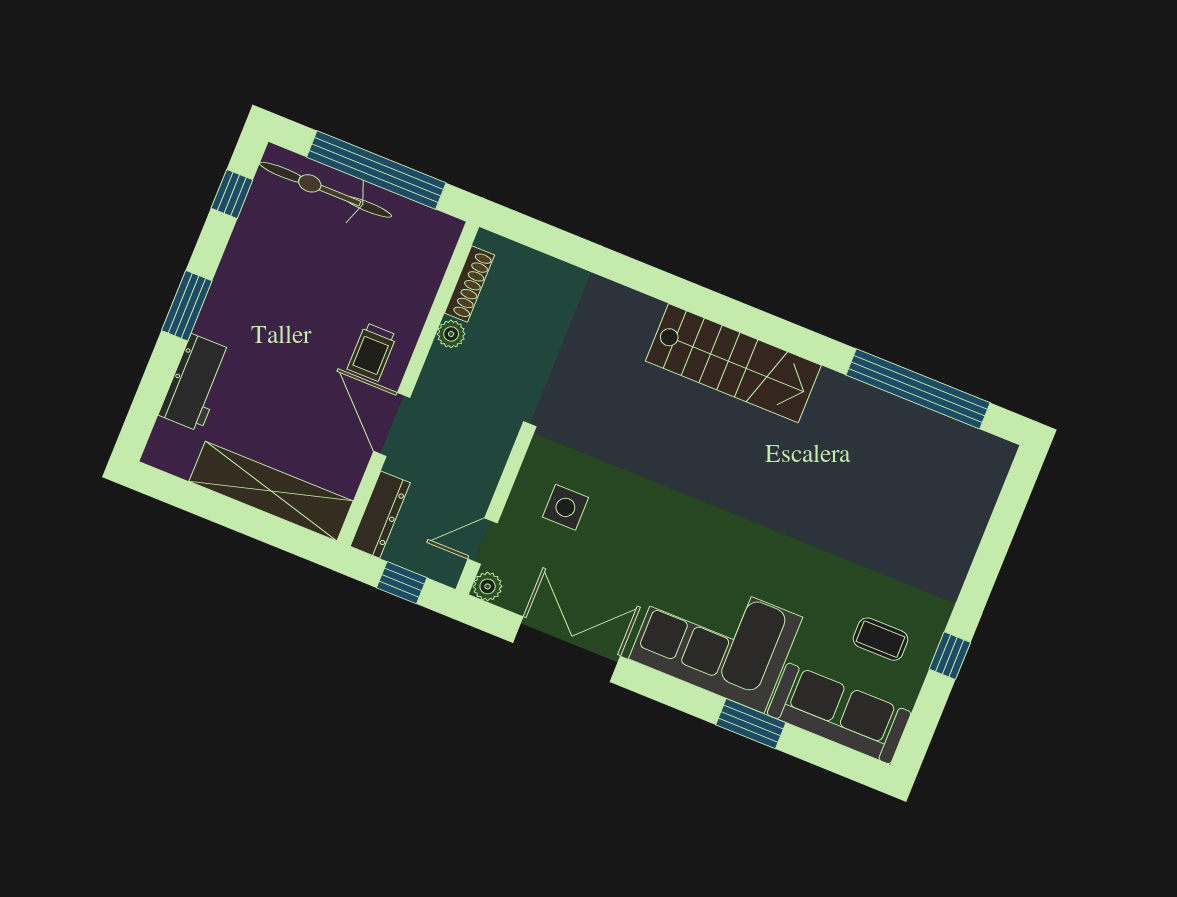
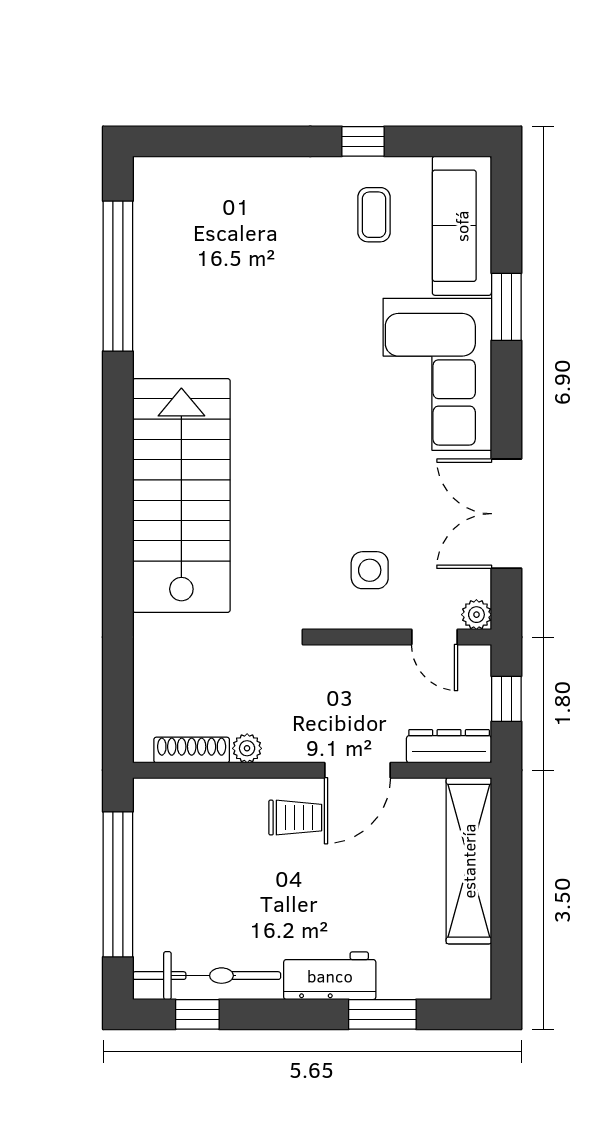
bicycle: (326, 190) -> (207, 976), moved, turned -90
window: (187, 306) -> (382, 1014), moved
stairs: (733, 363) -> (181, 496), width x1.36, depth x1.51
workbench: (196, 383) -> (330, 976), moved

